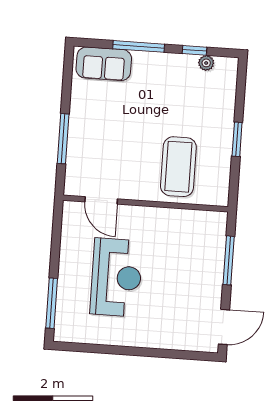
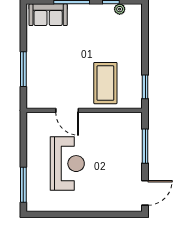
window: (237, 139) -> (145, 87), moved
door: (101, 200) -> (67, 110), moved

